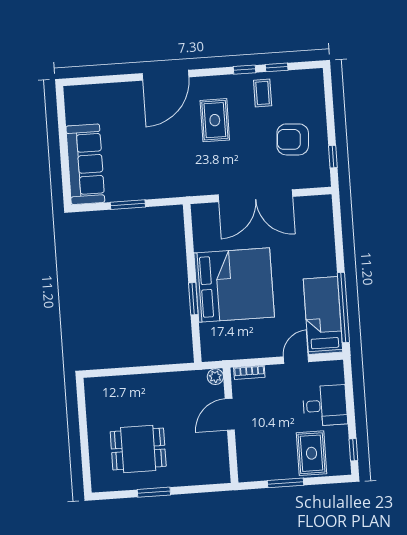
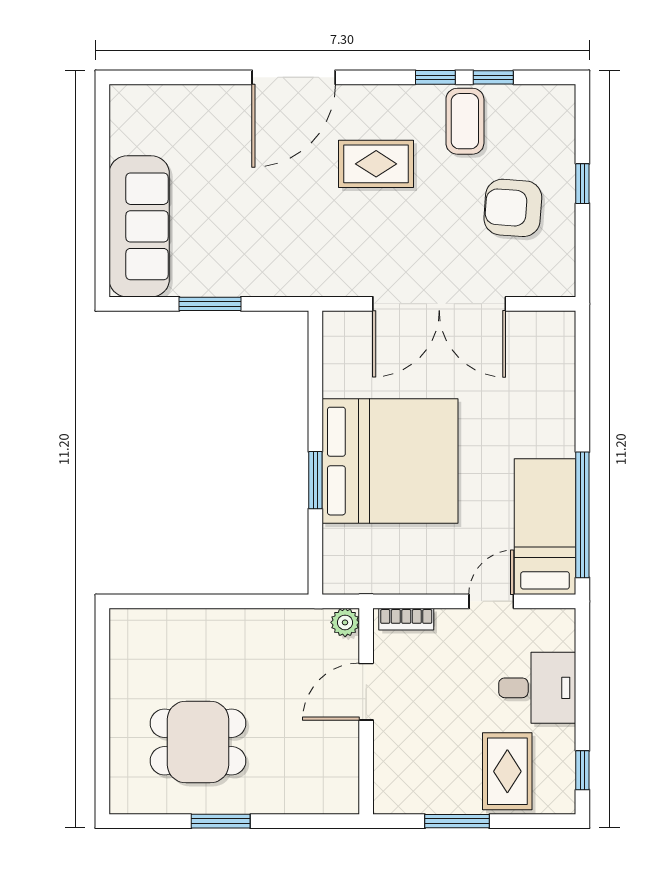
coffee table: (263, 93) -> (465, 121), width x1.36, depth x1.30
rug: (215, 120) -> (376, 164), turned 90
window: (333, 157) -> (582, 184), moved

